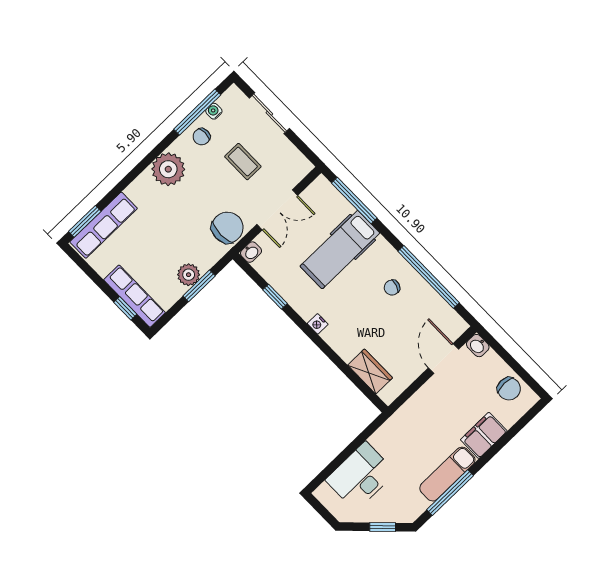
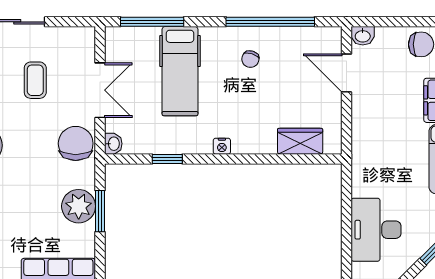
coffee table: (243, 162) -> (35, 80), turned 90
plant: (189, 275) -> (79, 206), width x1.36, depth x1.36

